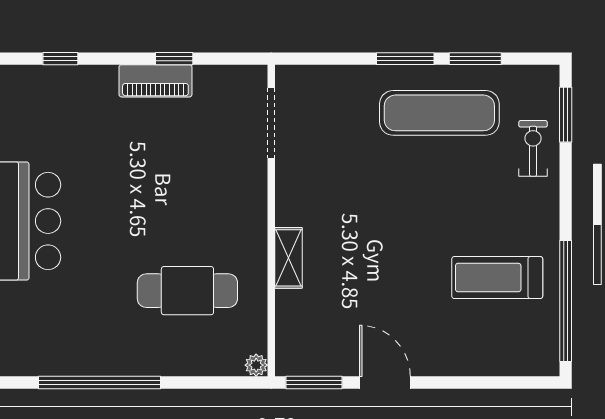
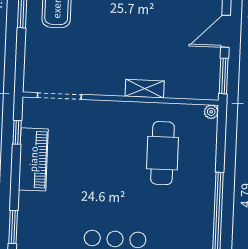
window: (60, 59) -> (13, 227), width x1.50
window: (174, 59) -> (17, 132), moved
piano: (155, 81) -> (33, 159), width x1.37, depth x1.33

